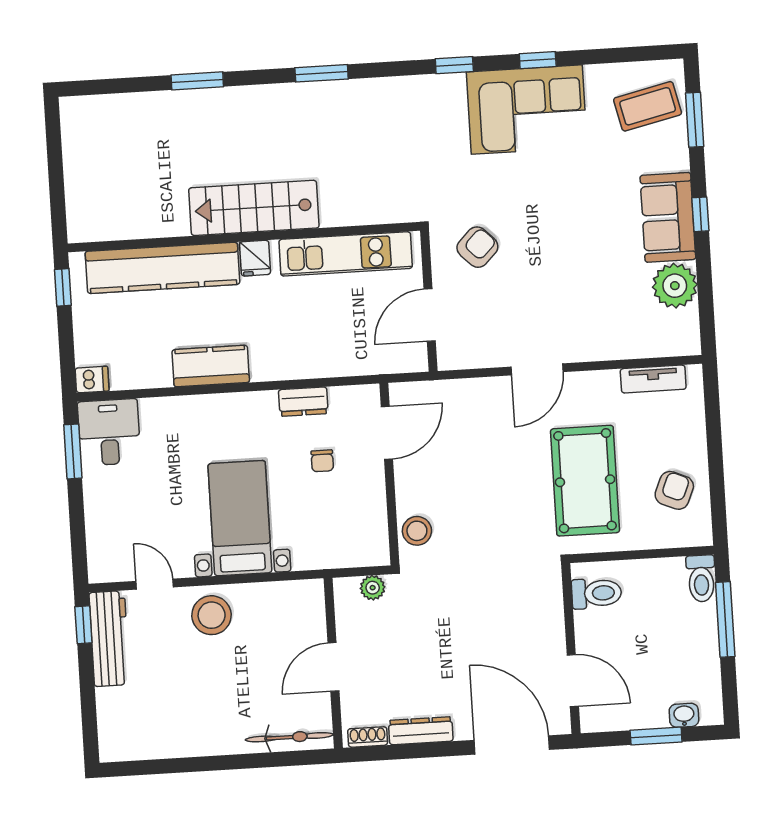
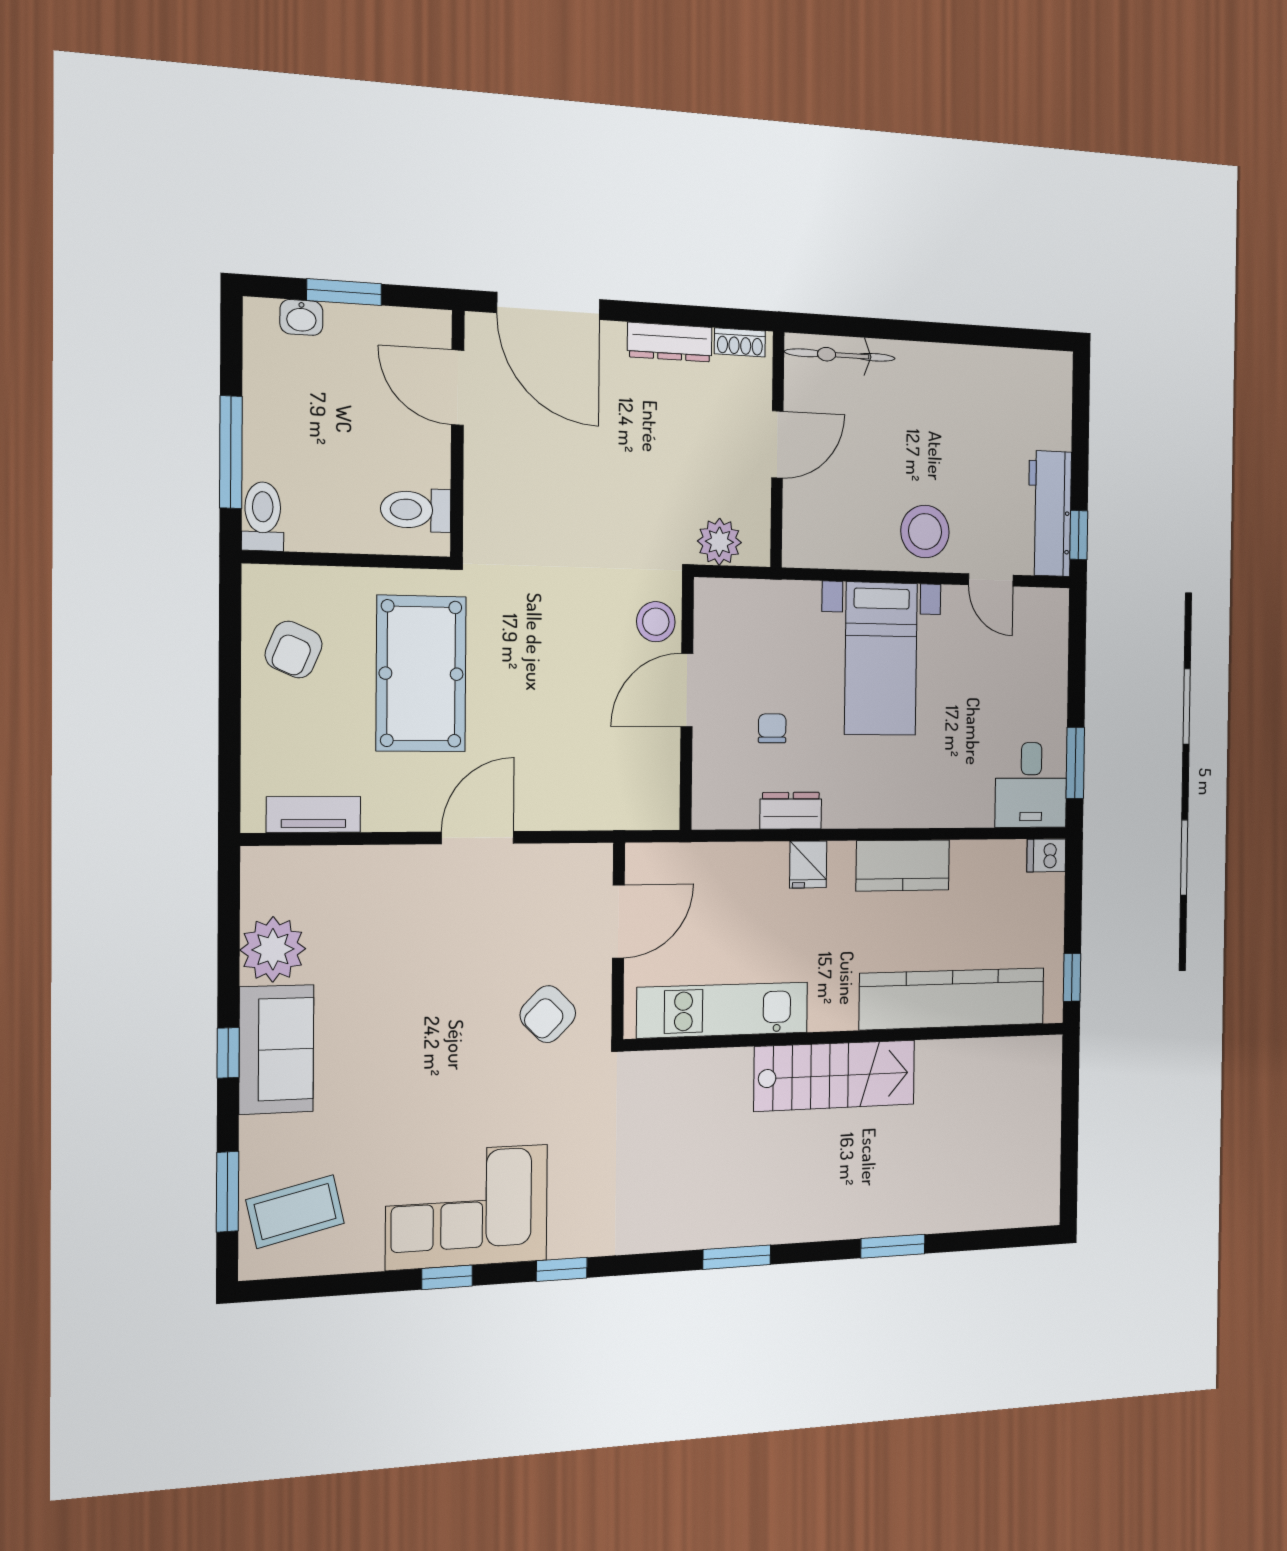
fridge: (255, 258) -> (808, 865), moved, turned 180
door: (387, 433) -> (687, 690), moved
plant: (373, 588) -> (719, 542), width x1.38, depth x1.38

